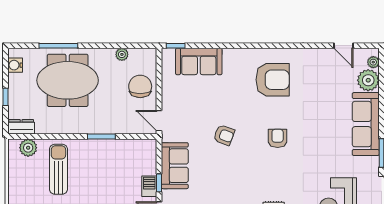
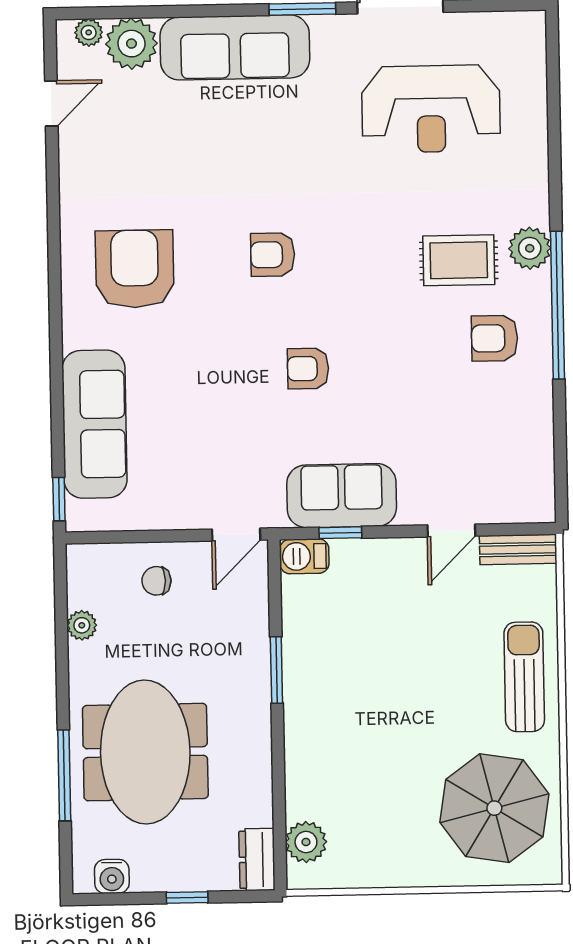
sofa: (199, 61) -> (94, 424), width x1.36
chair: (140, 86) -> (156, 581), width x0.54, depth x0.54
armchair: (224, 135) -> (308, 369), moved, turned -110
sun lounger: (58, 169) -> (355, 770), removed
window: (159, 183) -> (340, 533), moved
barbecue: (149, 186) -> (304, 556), moved

